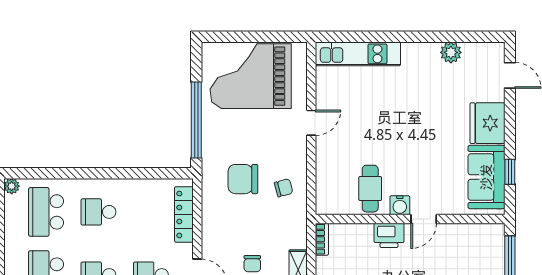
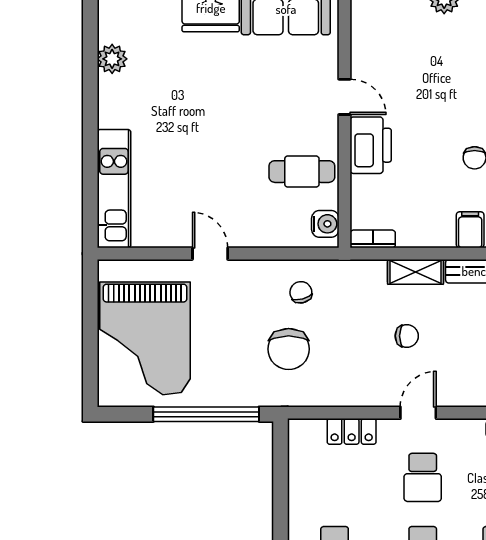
water cooler: (400, 205) -> (325, 224), moved
locker: (184, 215) -> (352, 431), width x0.66
printer: (389, 235) -> (371, 145), width x1.37, depth x1.19

